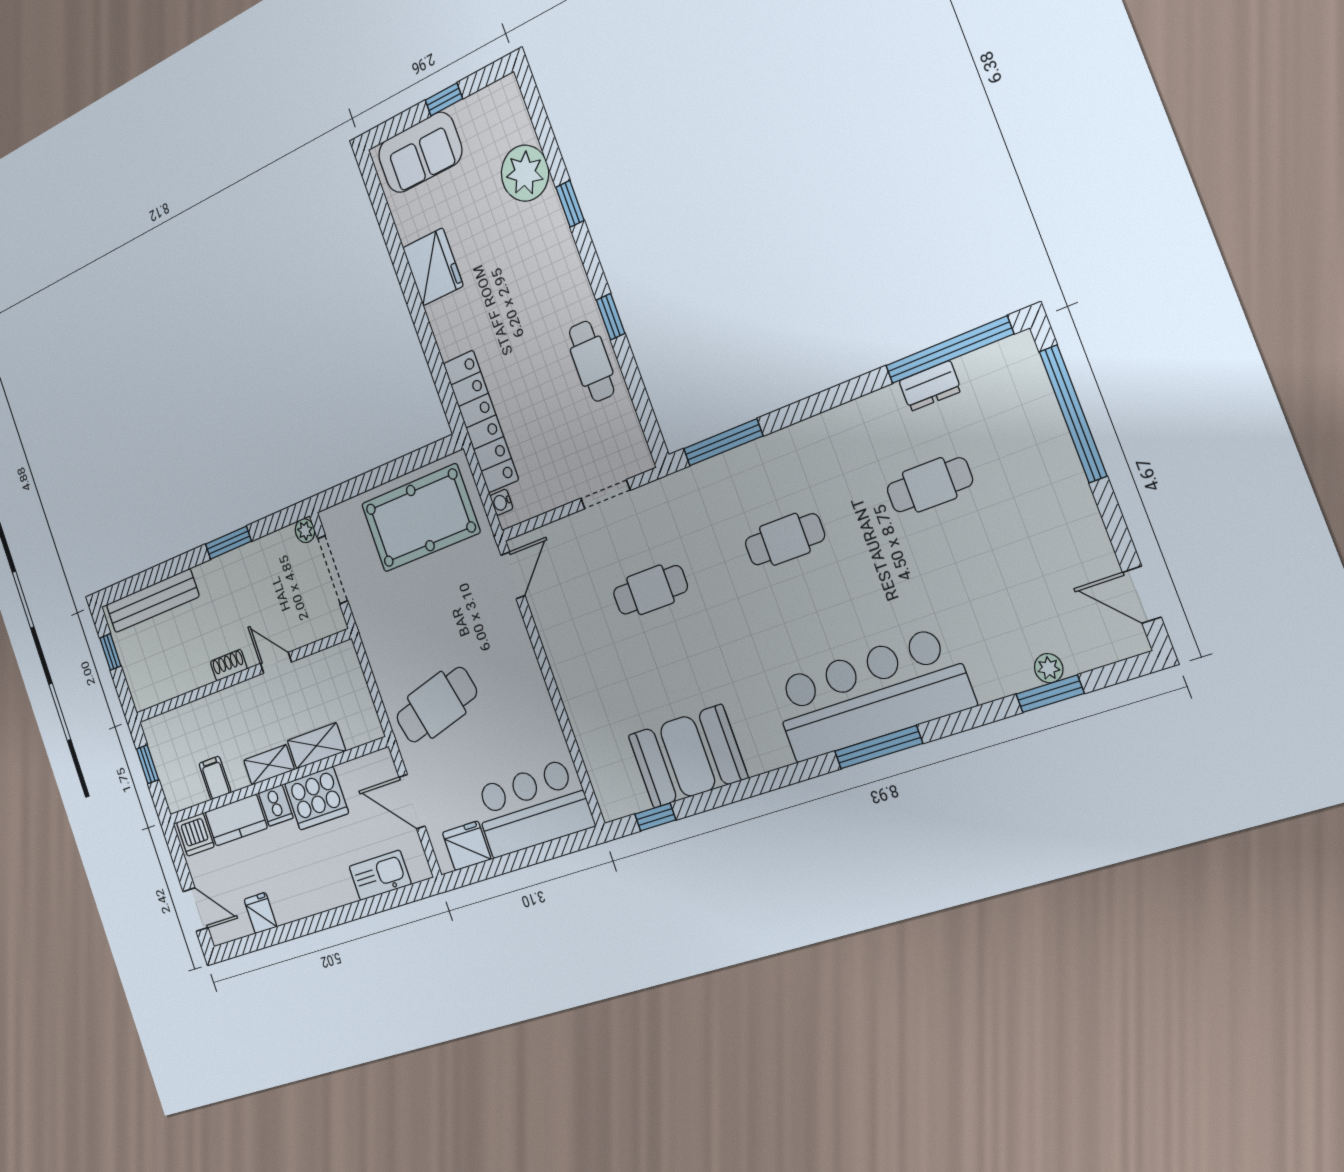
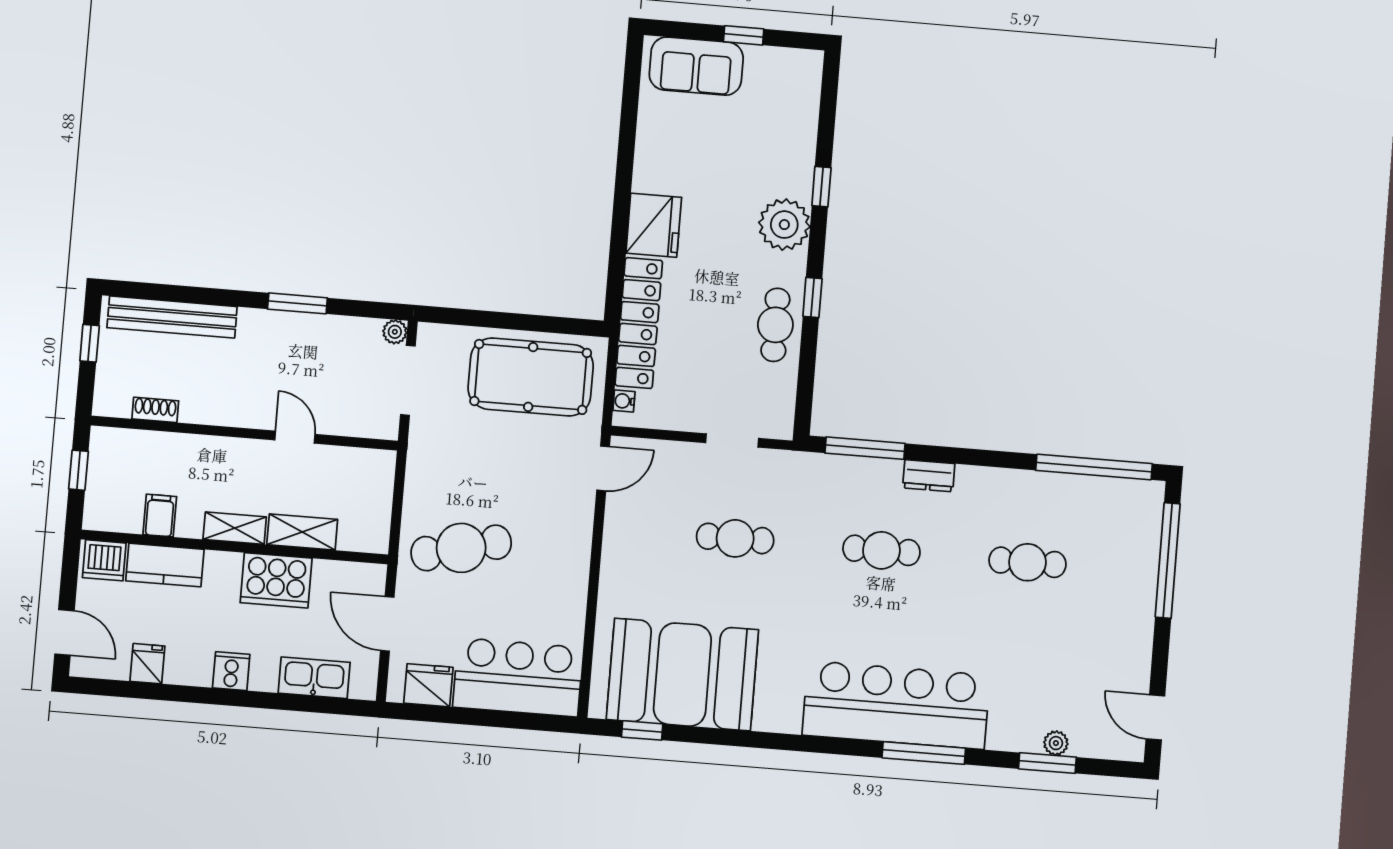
plant: (525, 173) -> (784, 225), moved
fridge: (433, 267) -> (654, 225), moved
dresser: (930, 386) -> (929, 476), moved
shoe rack: (229, 665) -> (155, 410), moved
window: (878, 747) -> (924, 753), moved
booth: (688, 756) -> (682, 675), width x1.36, depth x1.42
cooker: (276, 805) -> (231, 671), moved, turned 180

